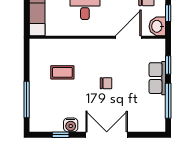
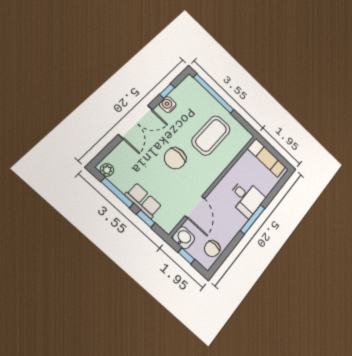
coffee table: (62, 72) -> (211, 135), width x1.86, depth x1.72
chair: (106, 83) -> (175, 158), width x1.87, depth x1.87
window: (27, 100) -> (214, 94), width x1.46
plant: (159, 122) -> (107, 170), added

